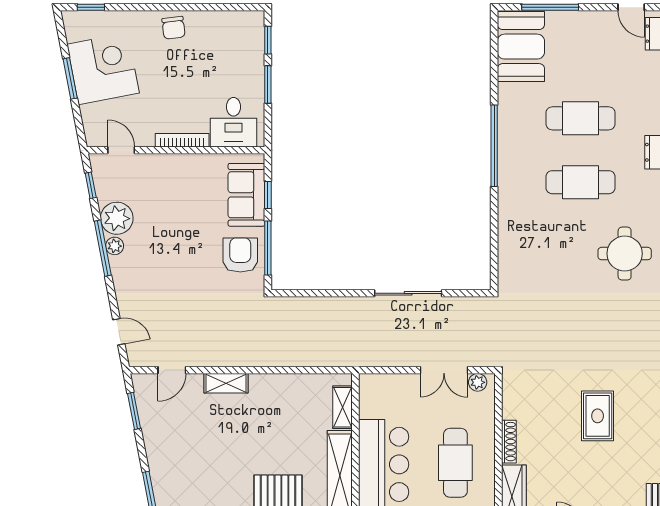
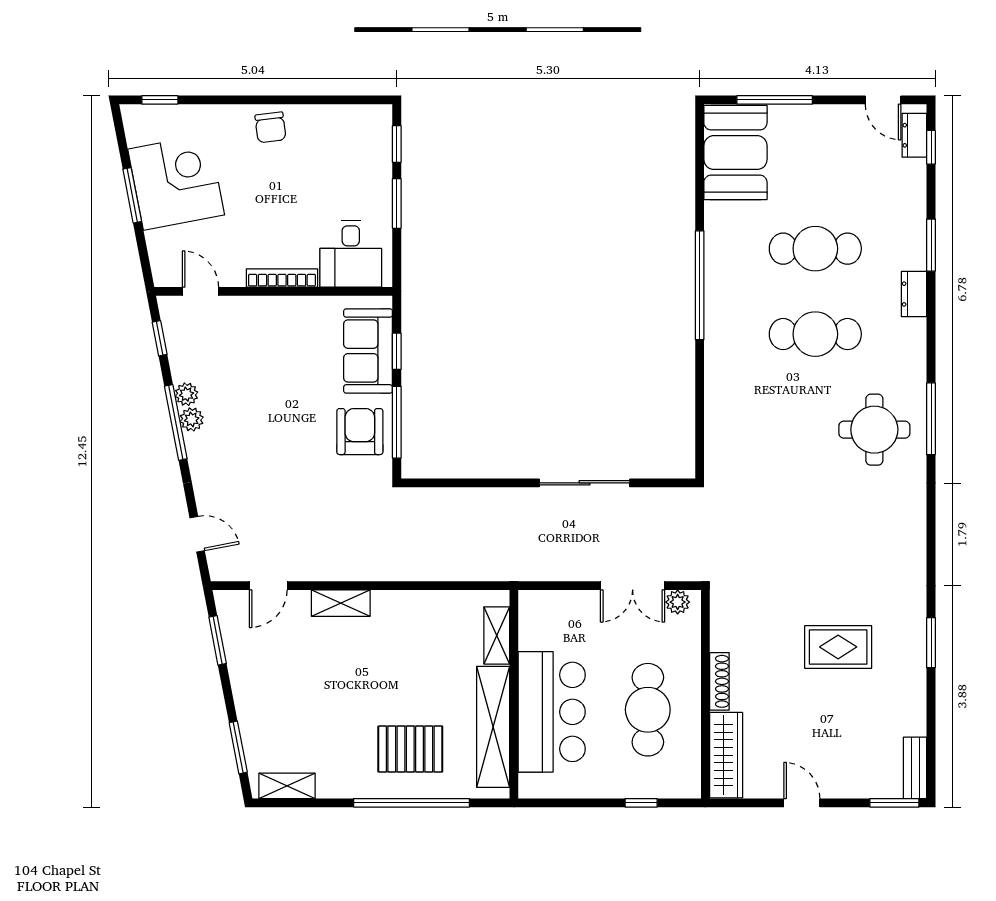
plant: (117, 218) -> (187, 394), width x0.53, depth x0.53
rug: (598, 416) -> (838, 647), turned 90

